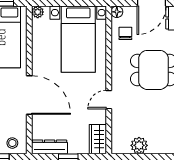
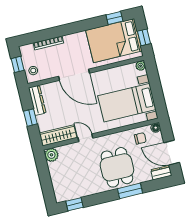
door: (29, 95) -> (74, 75), hinge flipped
wardrobe: (98, 139) -> (58, 135), width x1.50
plant: (139, 145) -> (51, 155), moved

